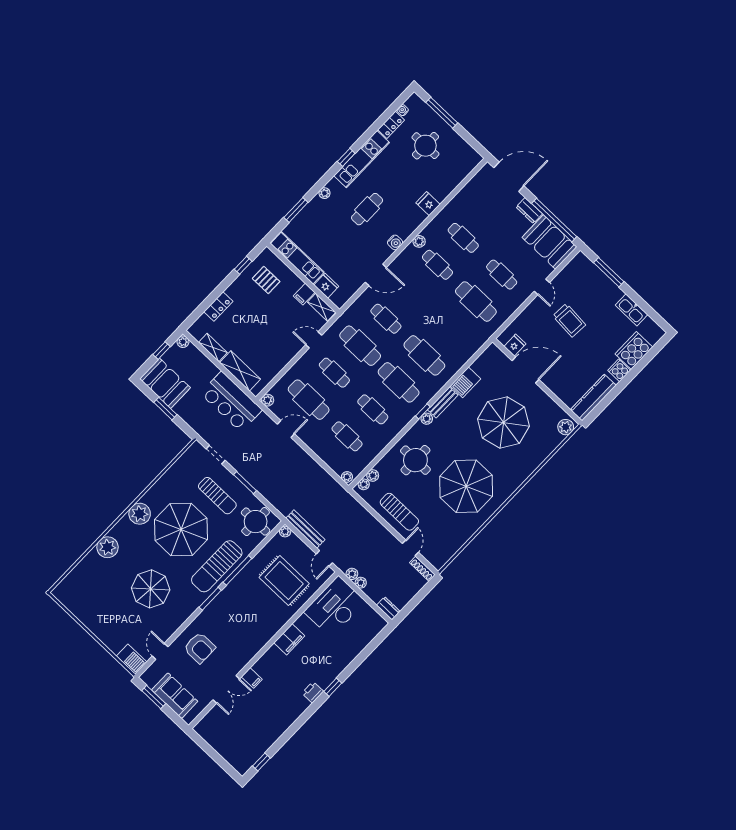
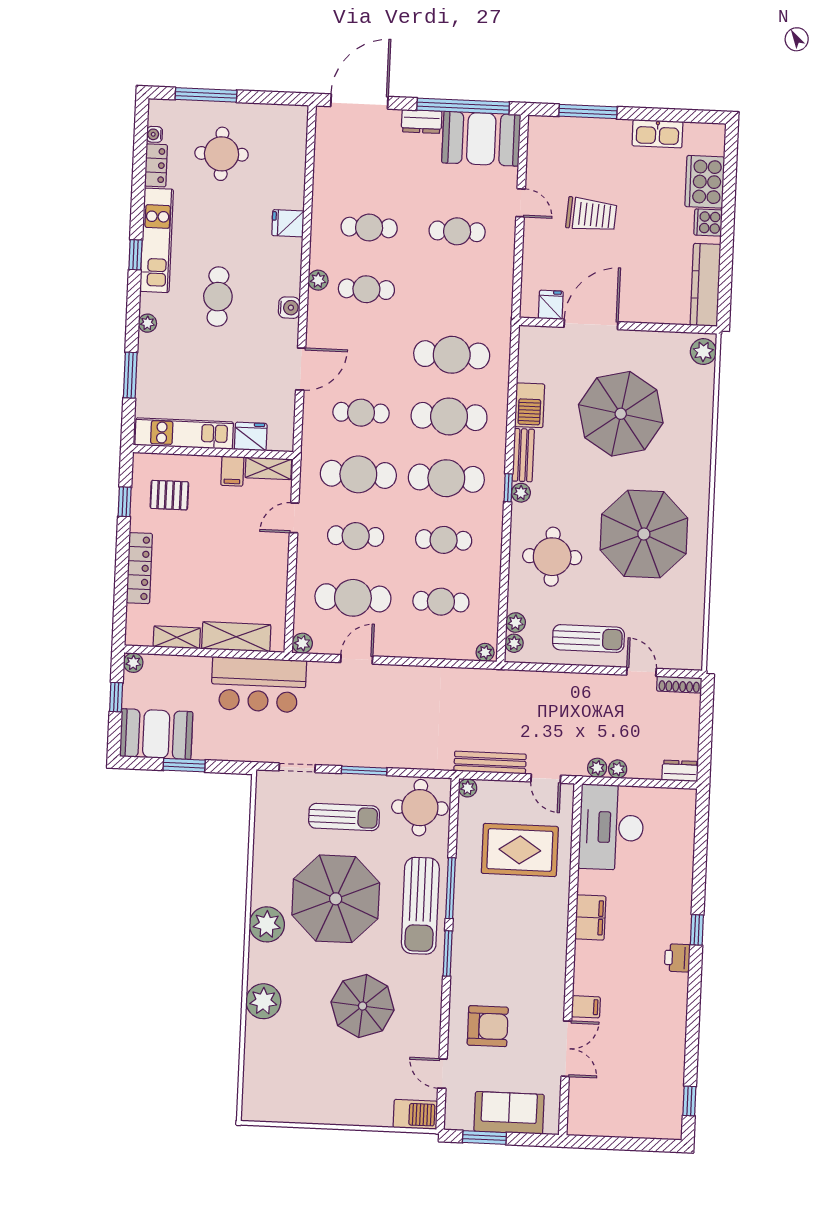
cafe table: (476, 302) -> (452, 355), moved
locker: (218, 306) -> (139, 568), width x1.53

